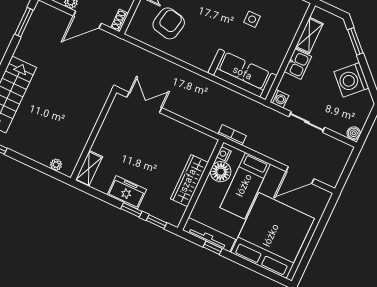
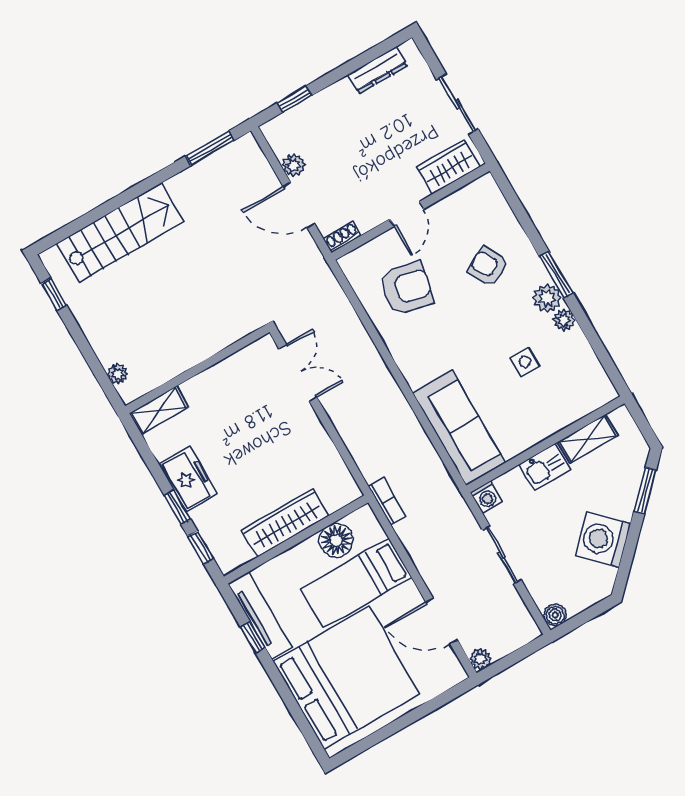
nightstand: (224, 154) -> (357, 519), removed
plant: (332, 180) -> (480, 659), added

